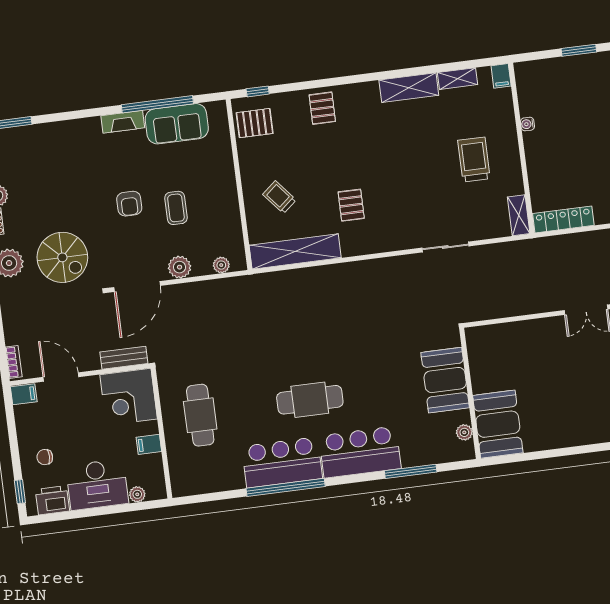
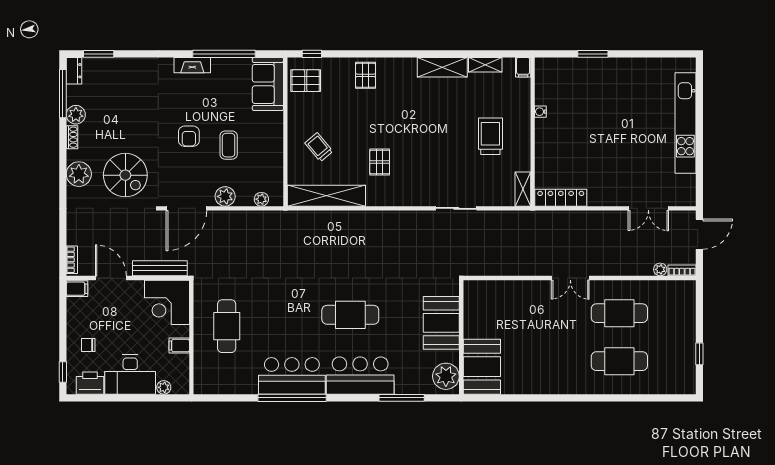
sofa: (177, 124) -> (268, 84), moved, turned 90
bench: (124, 358) -> (160, 268), width x1.36
cafe table: (310, 400) -> (350, 315), moved
plant: (464, 432) -> (446, 376), width x1.88, depth x1.88

